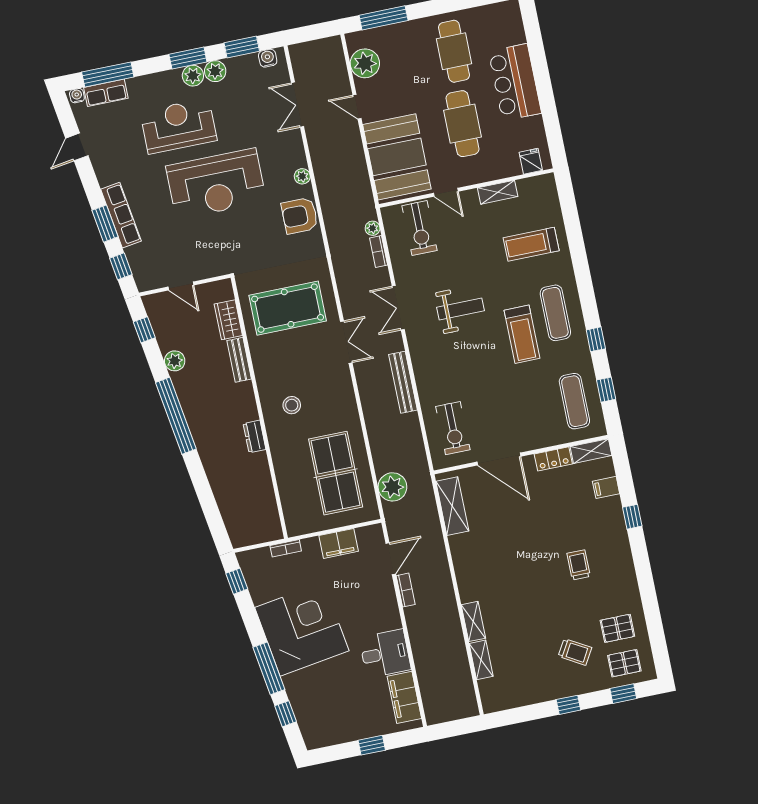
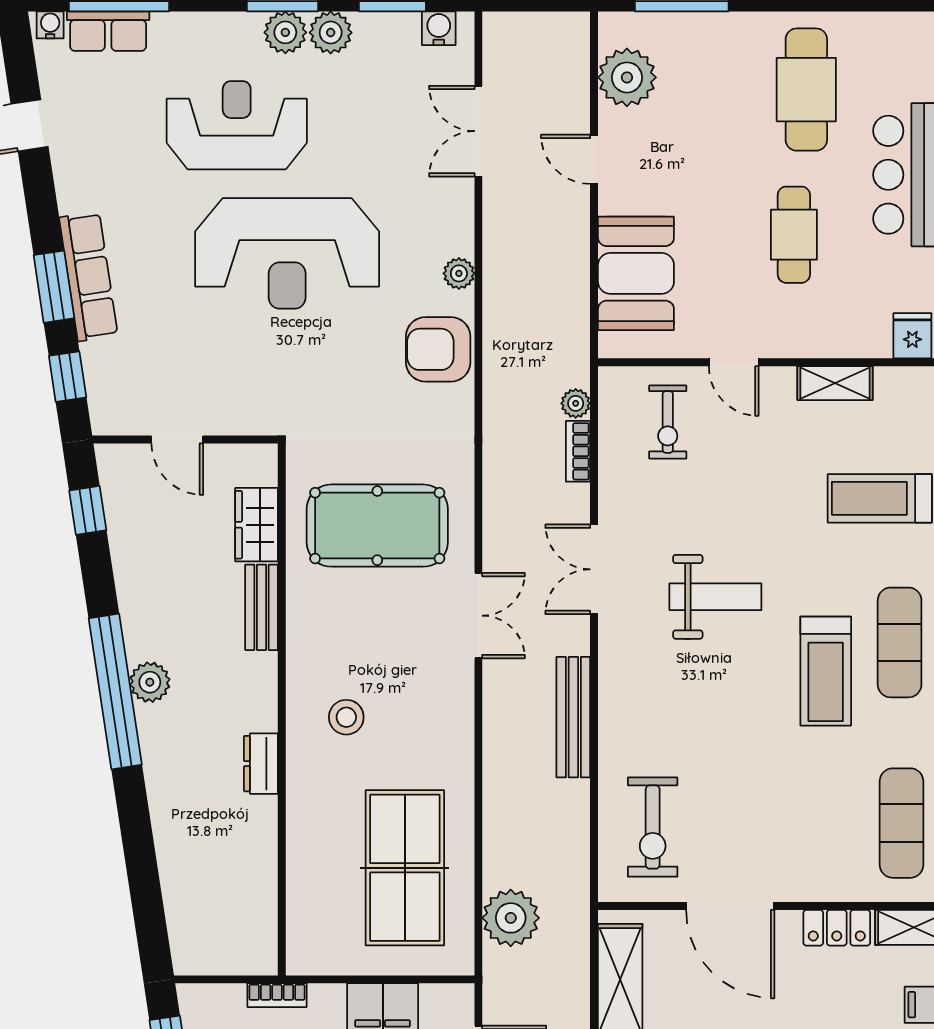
cafe table: (463, 124) -> (794, 235), width x0.73, depth x0.74
booth: (397, 157) -> (636, 273), width x0.73, depth x0.70
exercise bike: (420, 228) -> (668, 422), width x0.73, depth x0.72
plant: (175, 361) -> (150, 682), moved

